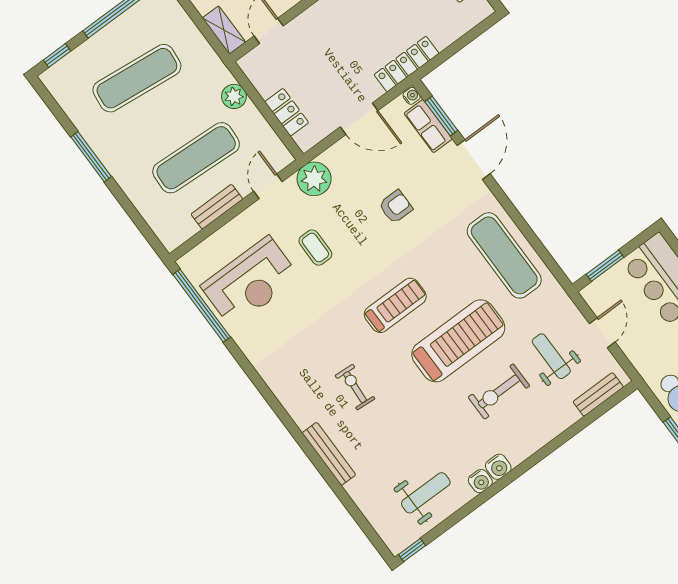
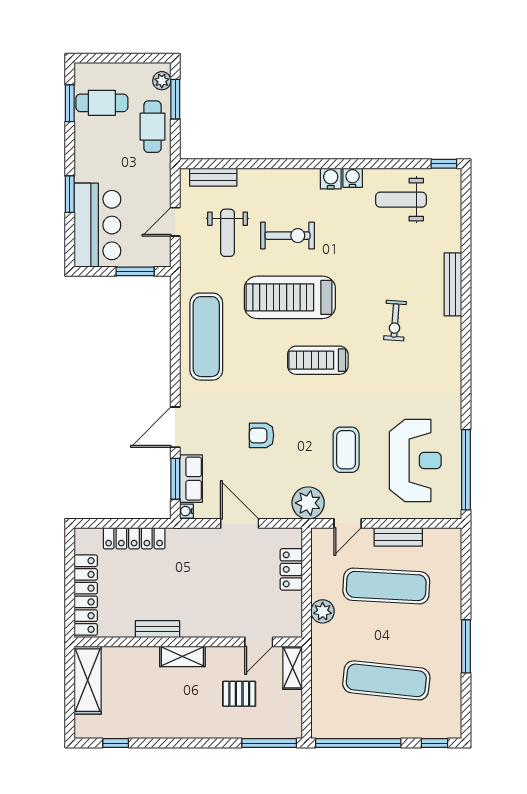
locker: (407, 64) -> (134, 538), moved
coffee table: (315, 248) -> (346, 450), width x1.36, depth x1.30
reception desk: (250, 282) -> (415, 460), turned 90

